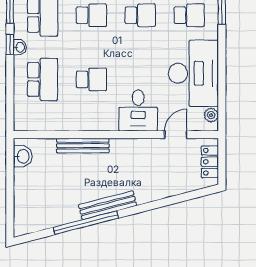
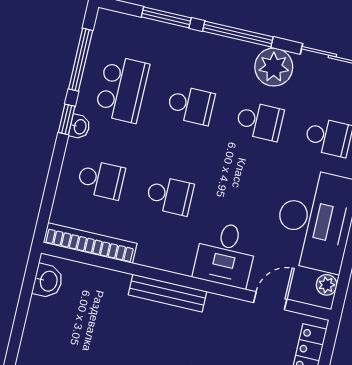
school desk: (43, 79) -> (101, 179), width x0.54
bookcase: (45, 124) -> (90, 243), added
bench: (83, 146) -> (168, 293), moved

